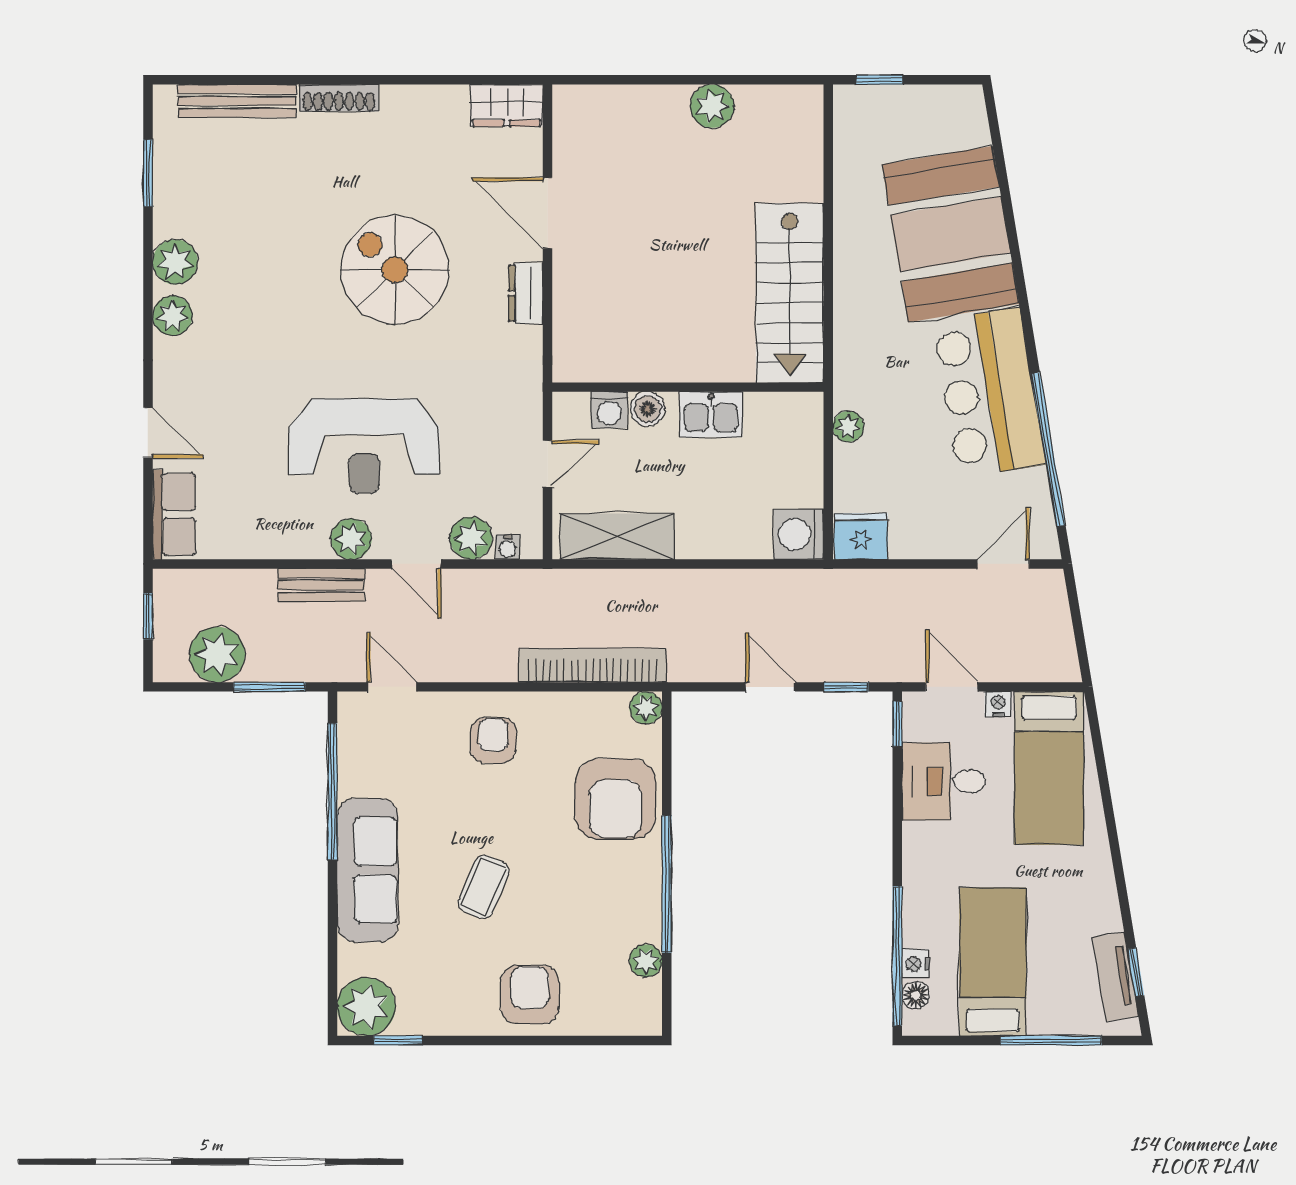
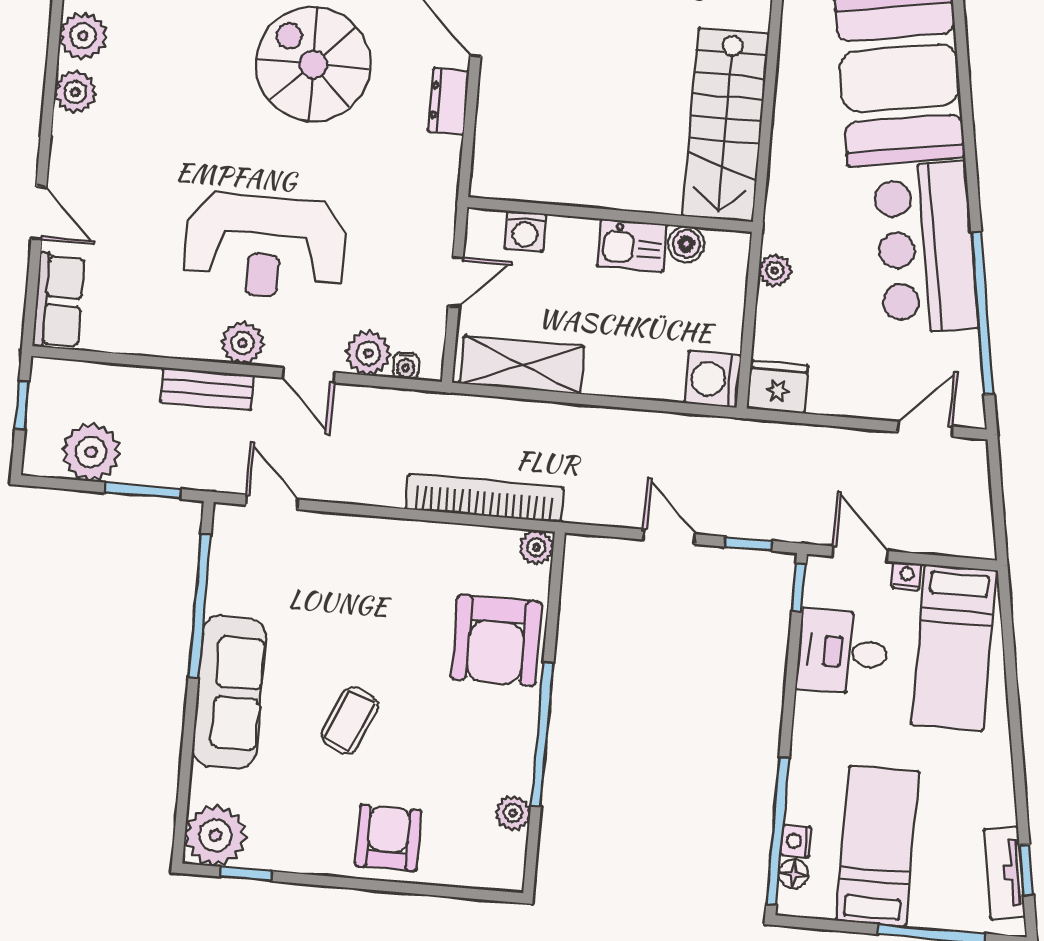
boiler: (647, 409) -> (686, 244), moved
armchair: (493, 740) -> (373, 568), removed

